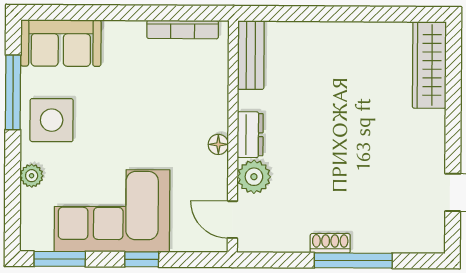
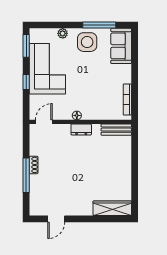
plant: (254, 177) -> (63, 131), removed

